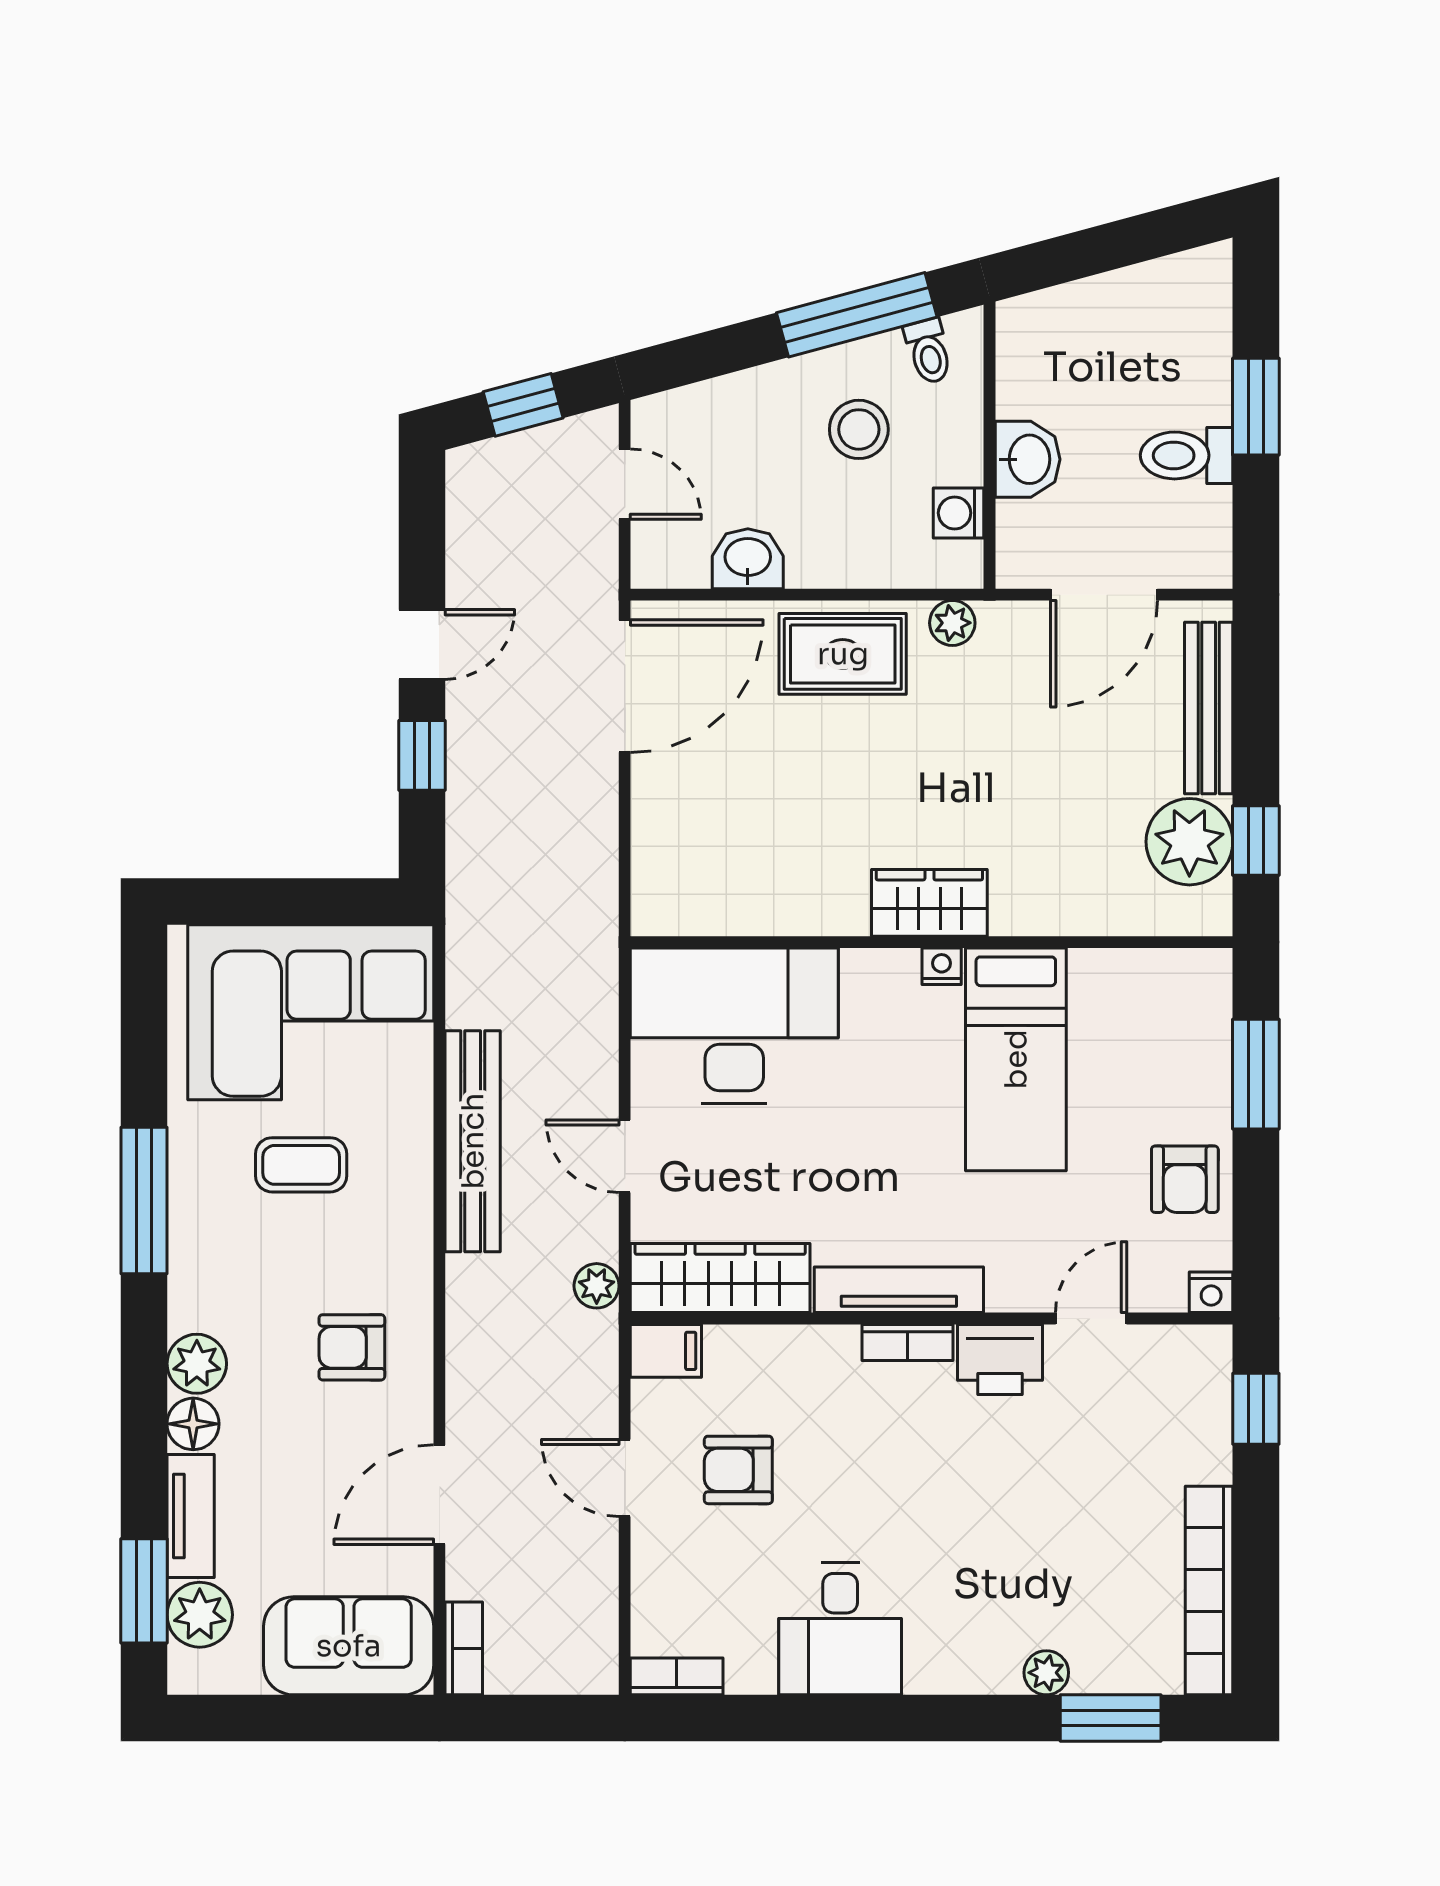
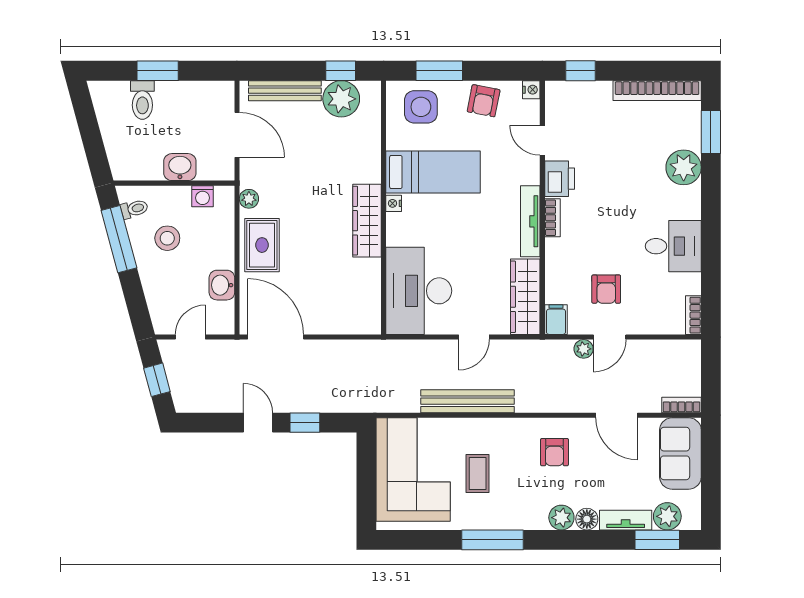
toilet: (1187, 455) -> (142, 100), moved
wardrobe: (929, 903) -> (367, 221), width x1.50
side table: (1170, 1031) -> (421, 107), added
armchair: (1185, 1179) -> (484, 101), turned 101
plant: (597, 1286) -> (584, 349), moved
plant: (1046, 1673) -> (684, 167), width x1.88, depth x1.88

